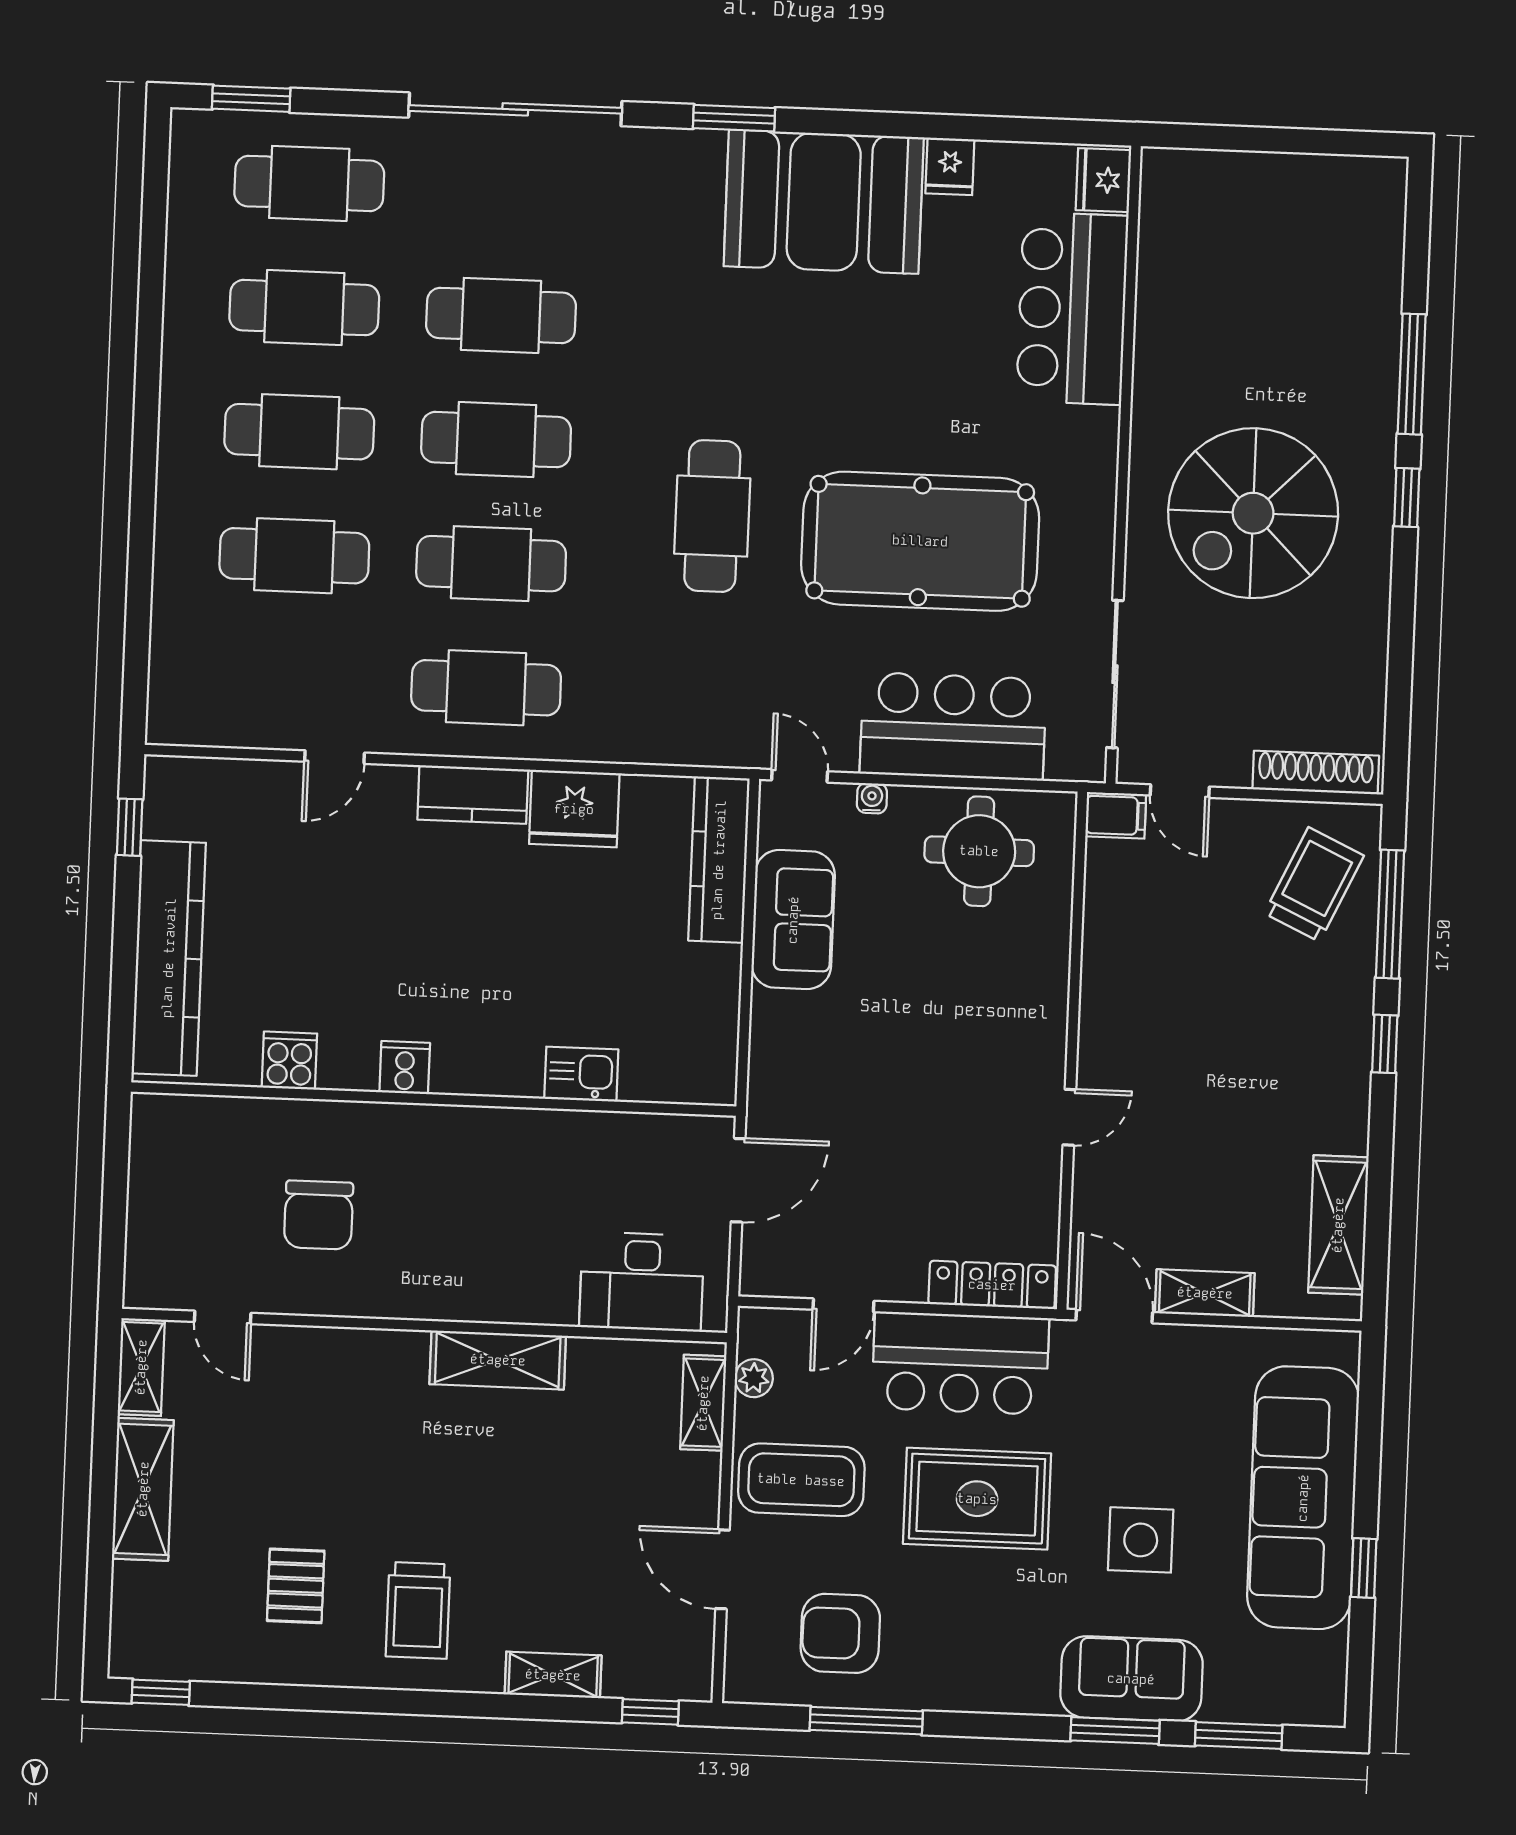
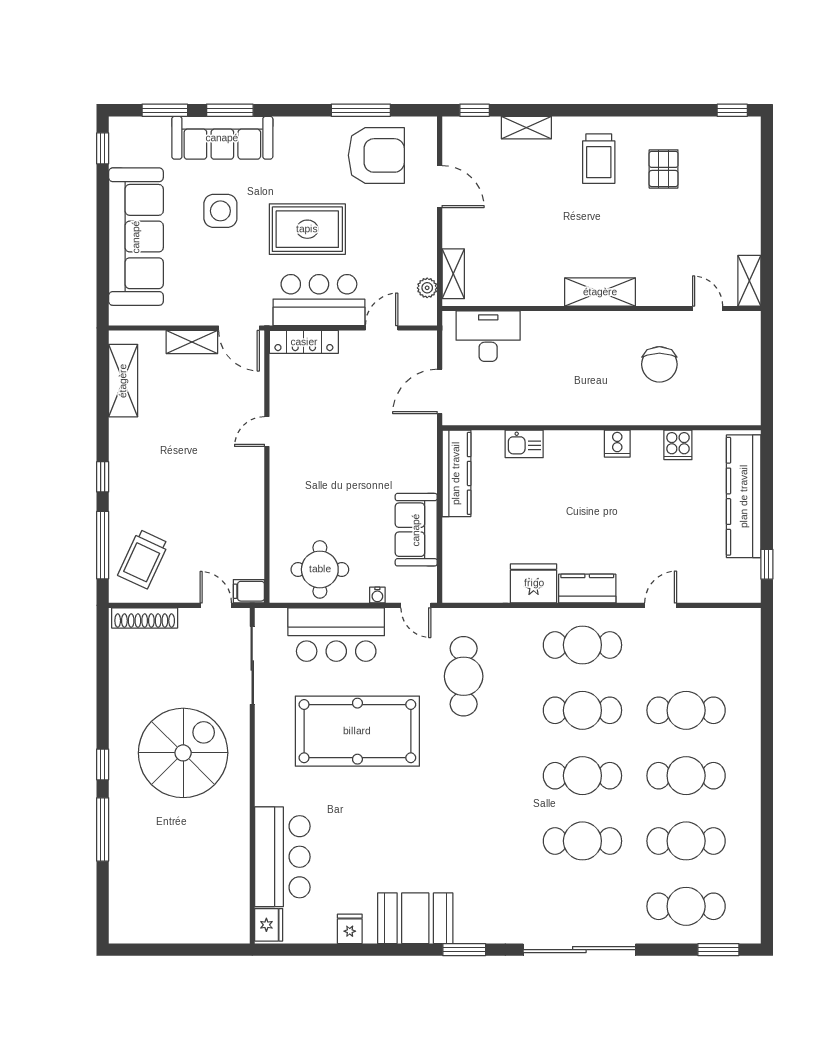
booth: (824, 202) -> (415, 918), width x0.73, depth x0.70
cafe table: (712, 516) -> (464, 676), moved
kitchen counter: (719, 860) -> (456, 473), moved
chair: (319, 1215) -> (659, 364), turned 180
shelving: (498, 1360) -> (600, 292), moved
coffee table: (801, 1480) -> (400, 235), removed
shelving: (143, 1489) -> (746, 216), removed
window: (1364, 1568) -> (103, 148), moved
trolley: (418, 1610) -> (599, 159), turned 180
armchair: (840, 1633) -> (376, 155), width x1.36, depth x1.36
sofa: (1131, 1679) -> (222, 138), width x1.36

